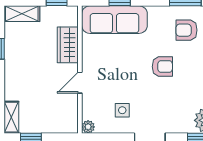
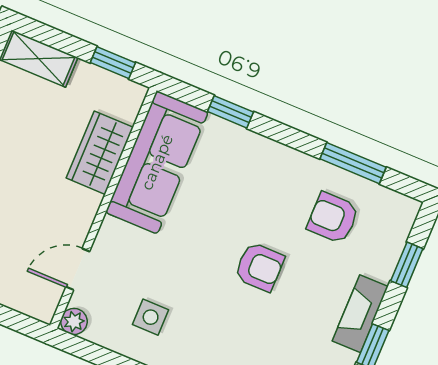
sofa: (114, 20) -> (157, 162), moved, turned -90
door: (80, 83) -> (78, 269), moved

